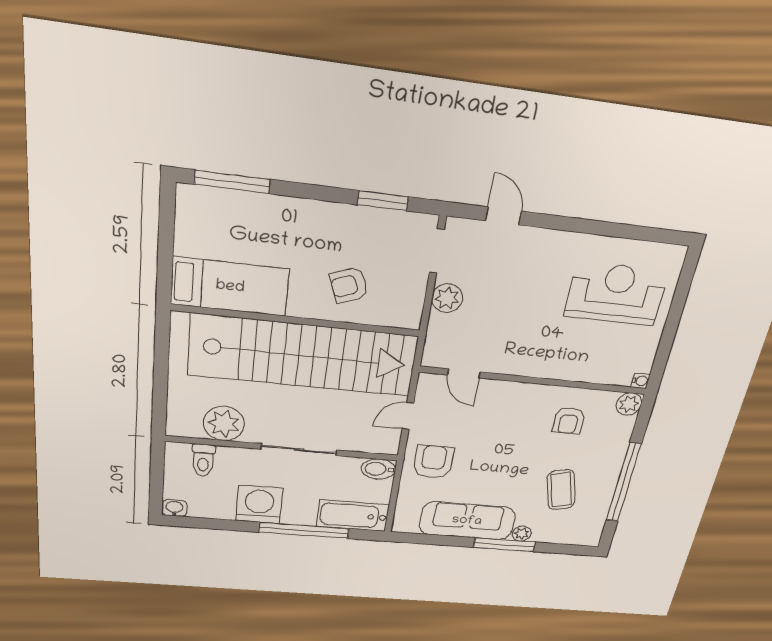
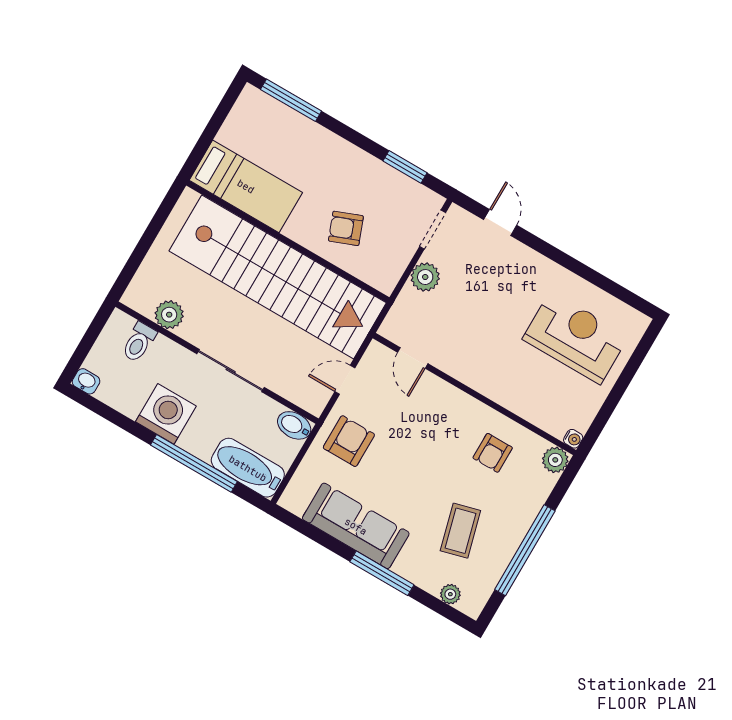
plant: (224, 424) -> (169, 315), width x0.73, depth x0.73
plant: (522, 534) -> (450, 594), moved

